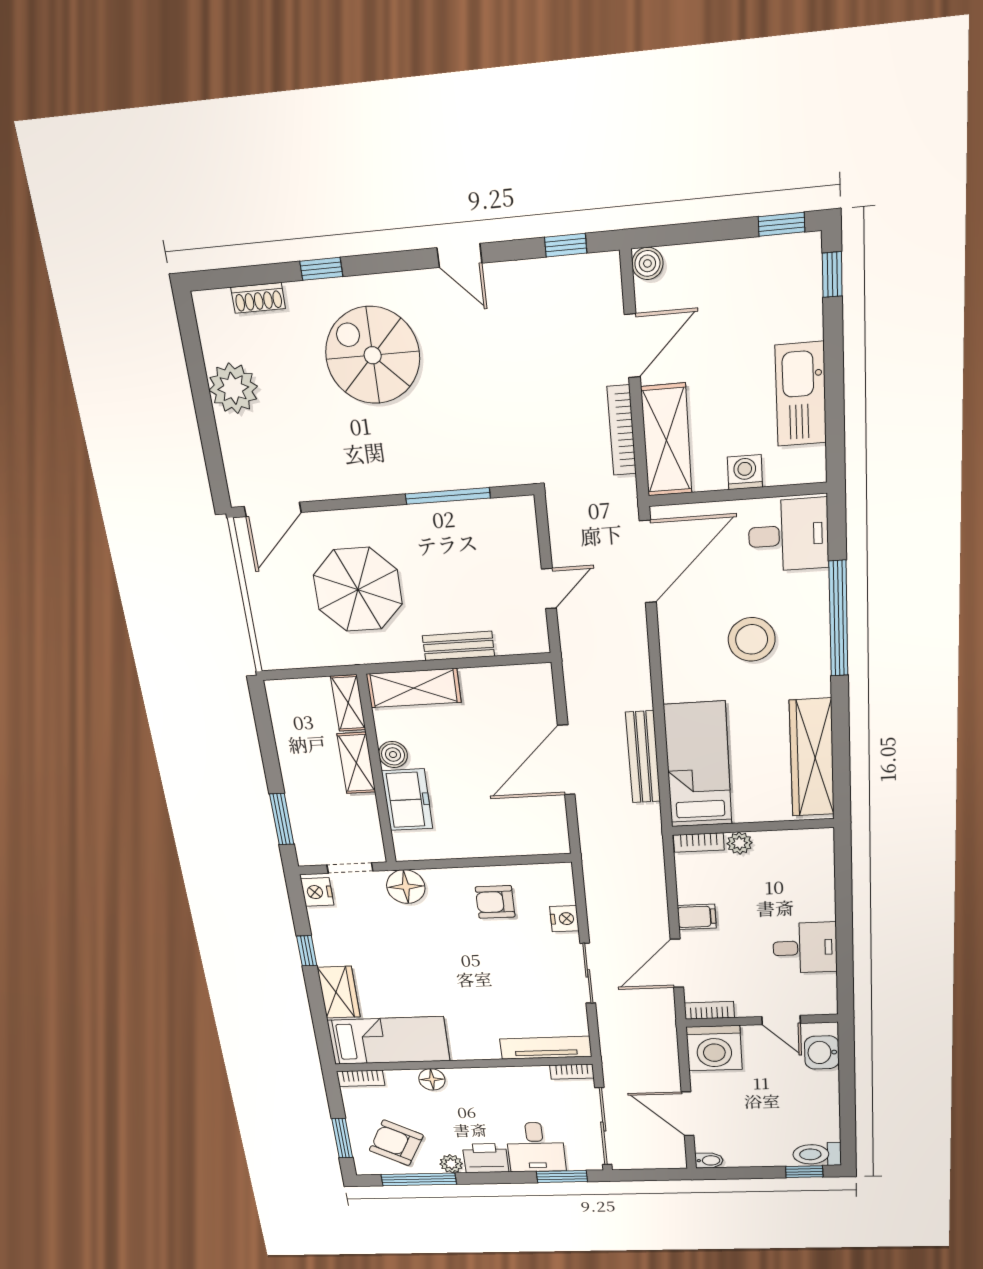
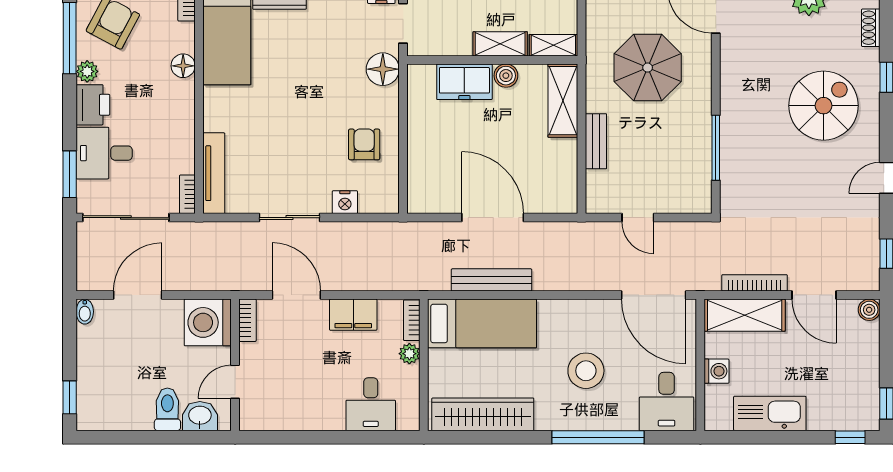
filing cabinet: (697, 917) -> (353, 315), width x2.00
desk: (805, 948) -> (371, 404), moved
toilet: (817, 1154) -> (167, 409), moved

